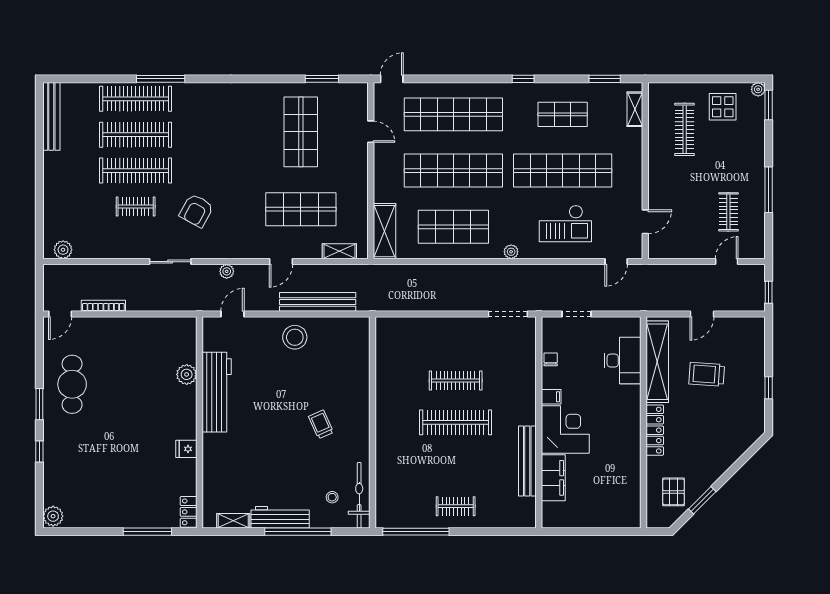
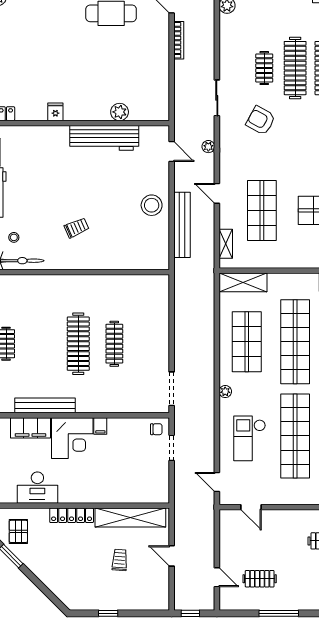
chair: (551, 359) -> (156, 429), moved
desk: (623, 361) -> (37, 488), moved
trolley: (707, 374) -> (120, 560), width x0.73, depth x0.72
pallet: (673, 492) -> (18, 531), turned 90

